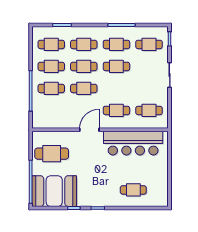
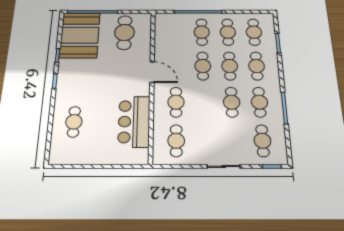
bar counter: (133, 143) -> (134, 122), width x0.73

